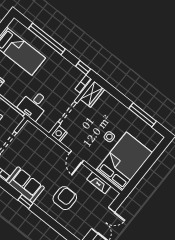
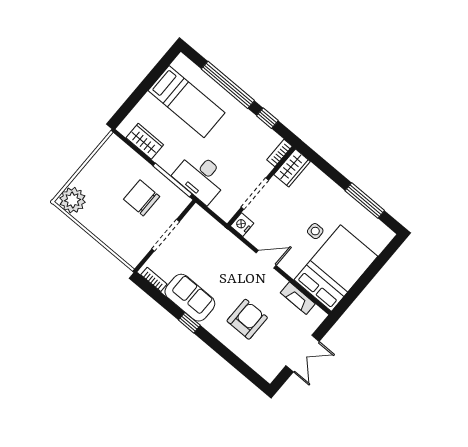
window: (83, 68) -> (267, 118), moved
desk: (34, 105) -> (201, 177), width x1.37
door: (76, 157) -> (266, 259), swing flipped

